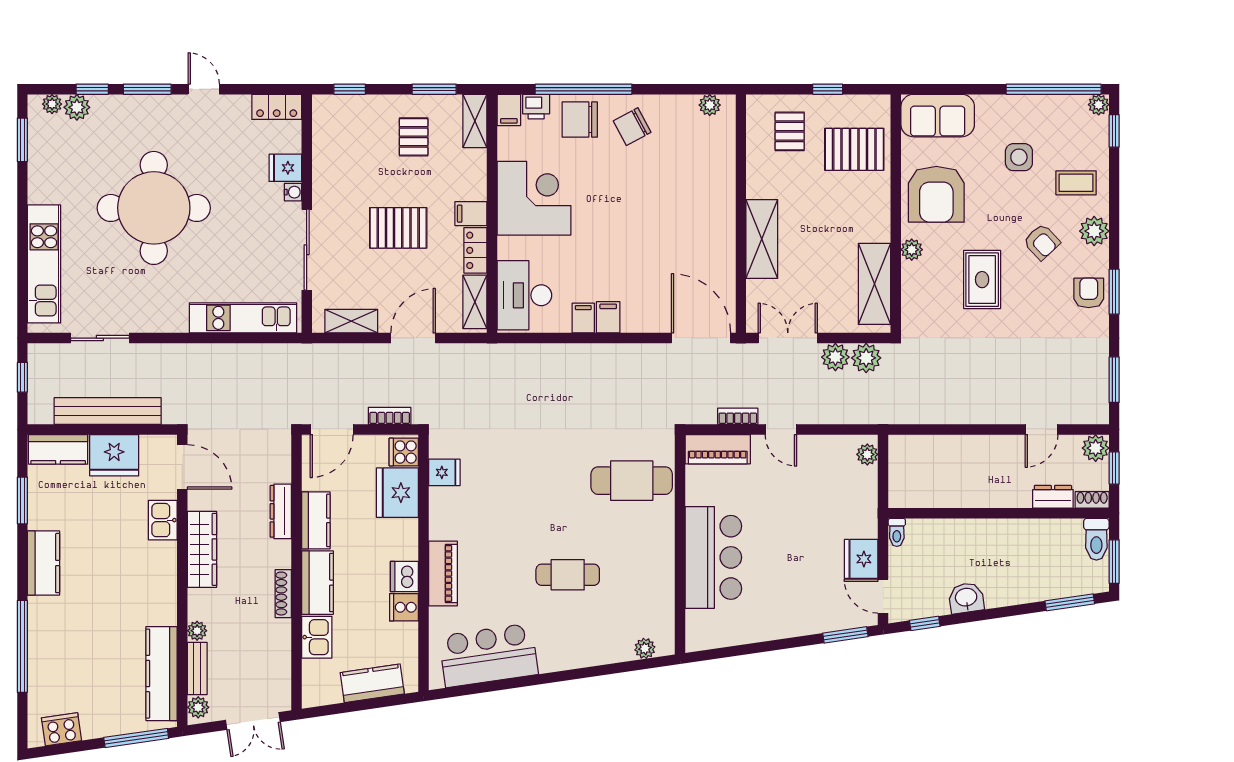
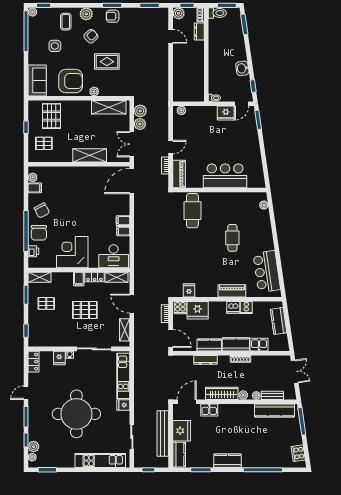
filing cabinet: (509, 110) -> (35, 188), moved
pallet: (398, 228) -> (85, 310), turned 90
fridge: (175, 318) -> (123, 405), added
plant: (198, 707) -> (243, 395), moved

